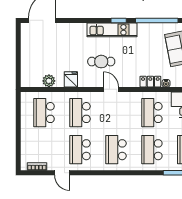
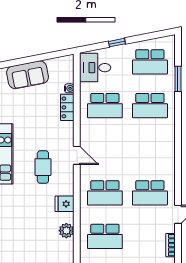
door: (111, 89) -> (77, 155), swing flipped
school desk: (116, 150) -> (150, 149), removed

